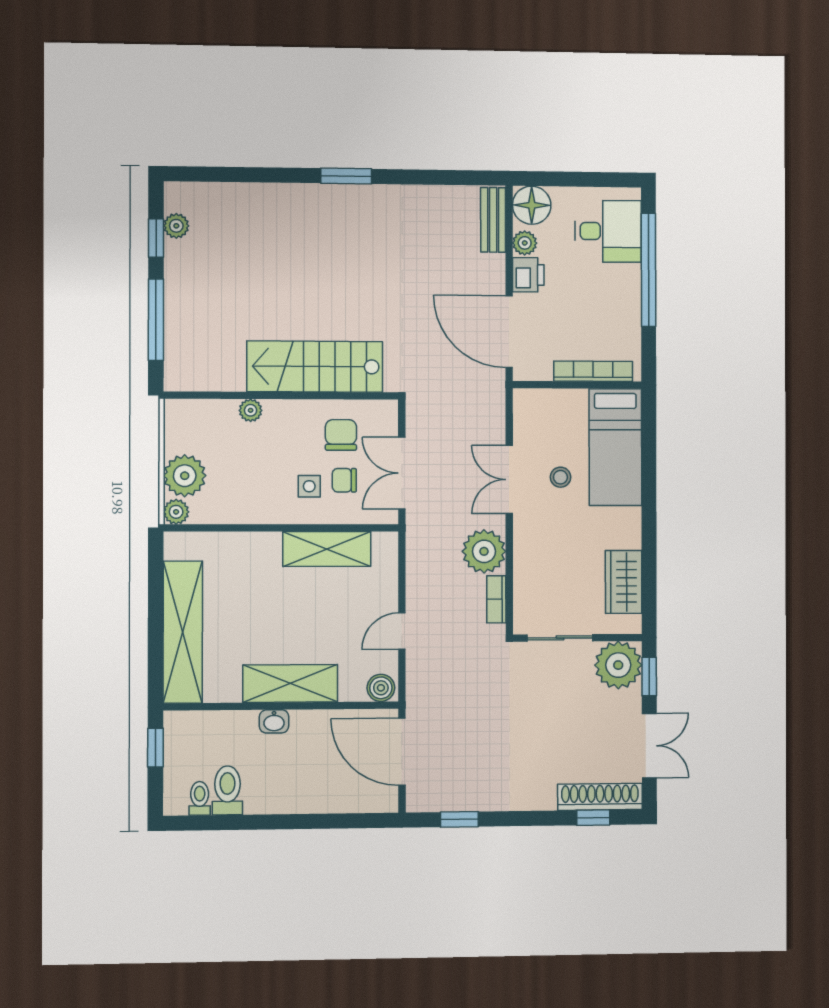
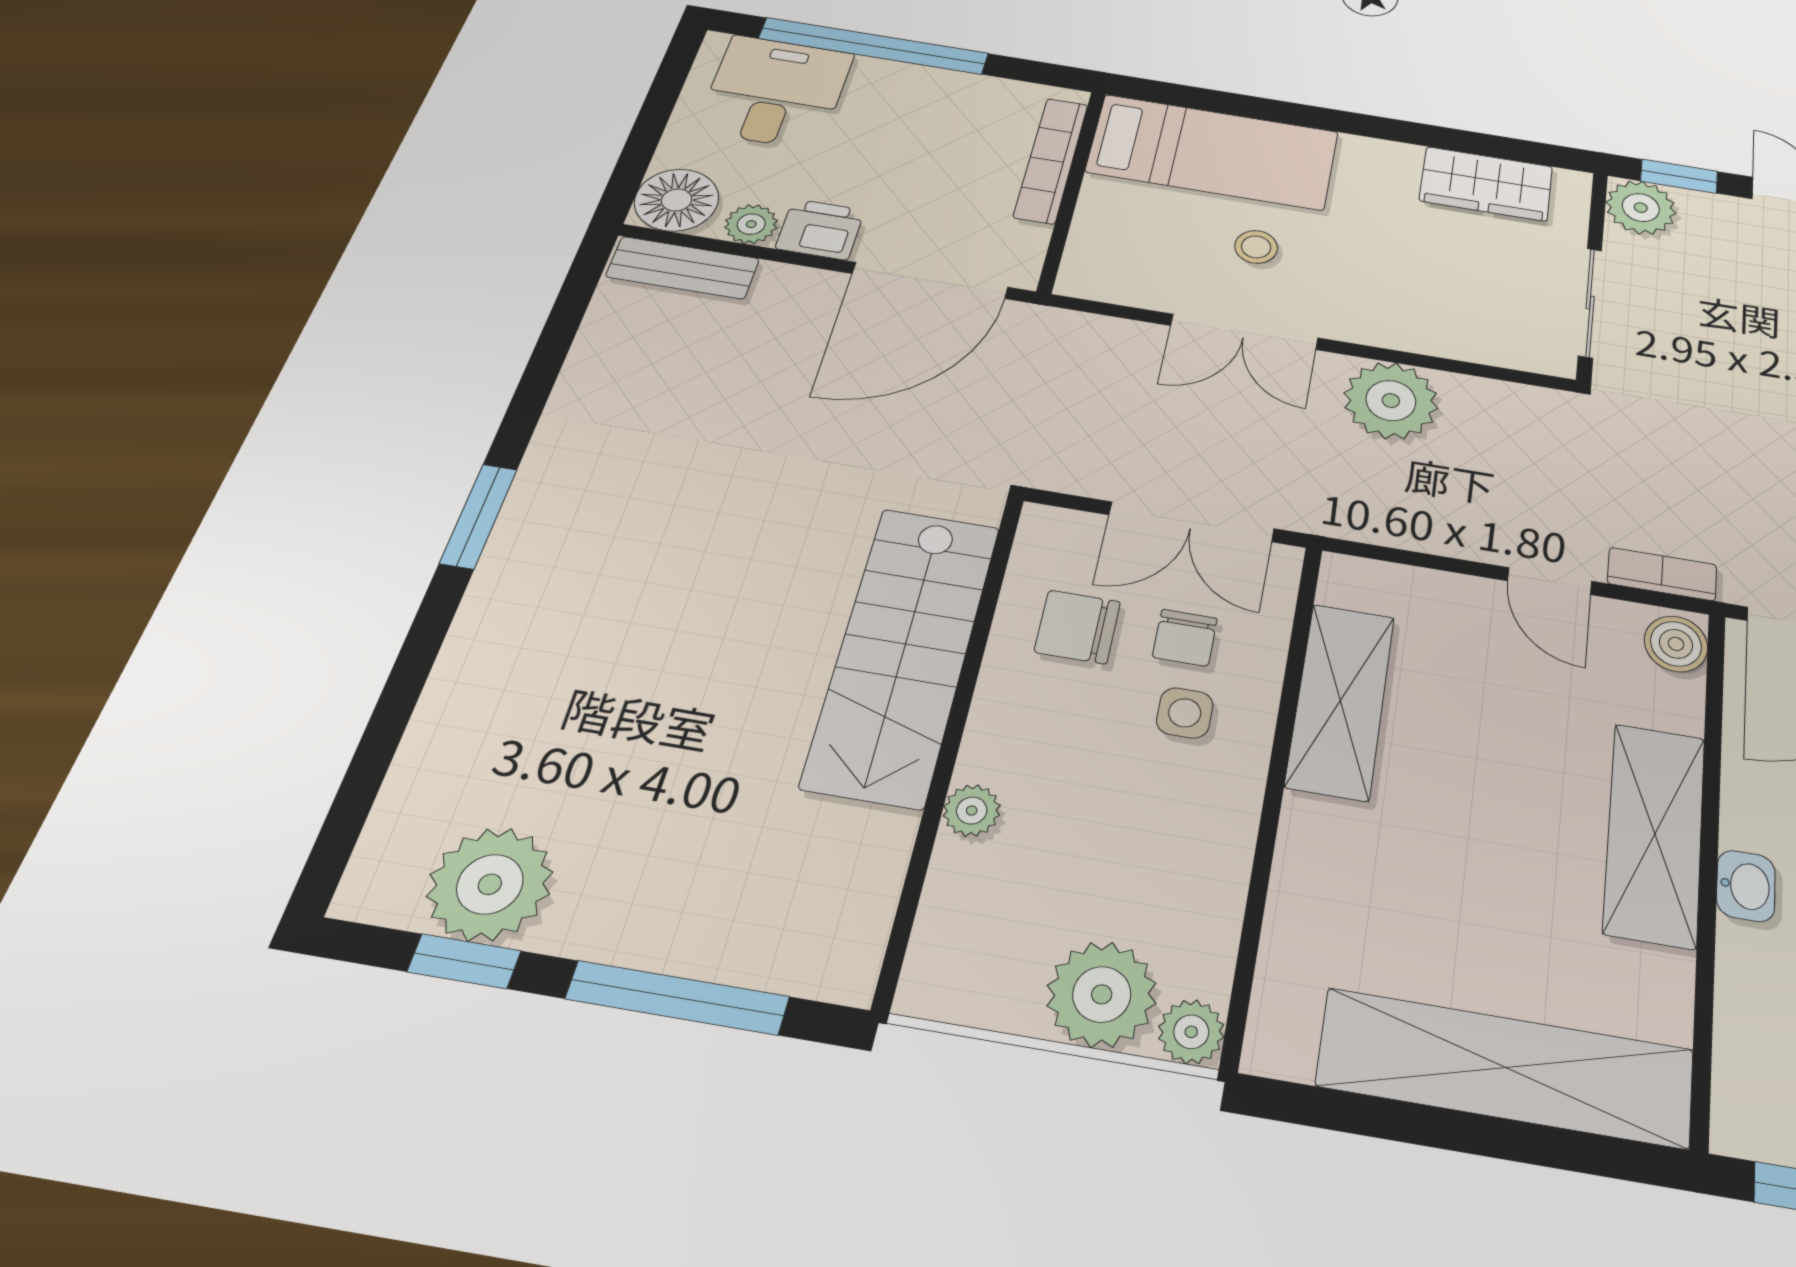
plant: (176, 226) -> (490, 884), width x1.88, depth x1.88
bookcase: (496, 599) -> (1662, 574), moved, turned 180
plant: (618, 665) -> (1641, 208), width x0.73, depth x0.73

